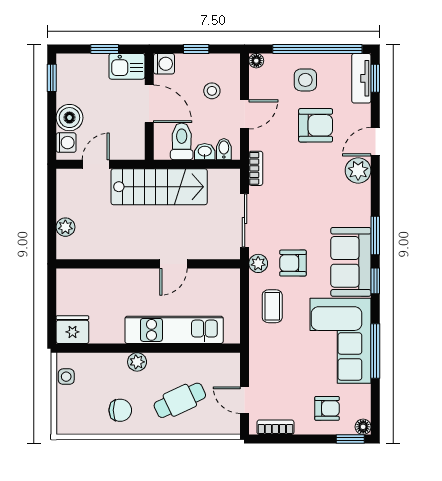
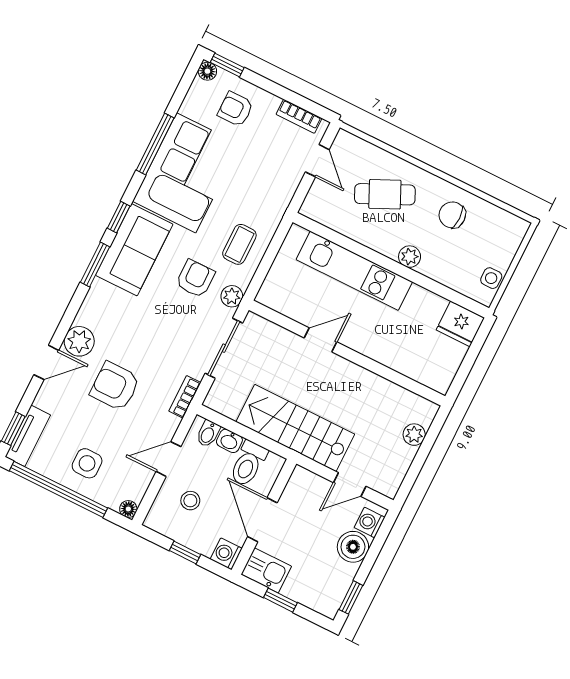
armchair: (316, 125) -> (115, 386), moved
armchair: (293, 263) -> (195, 279), turned -90

